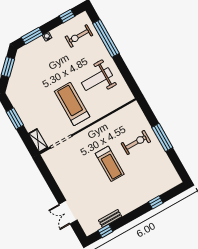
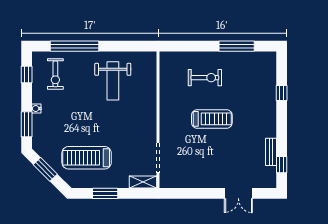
treadmill: (72, 104) -> (87, 158), moved
window: (162, 137) -> (237, 46), moved
exercise bike: (136, 142) -> (205, 78), turned 90

